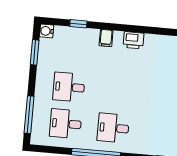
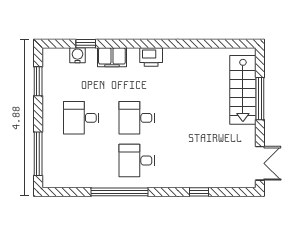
water cooler: (47, 31) -> (78, 55), moved, turned 90
filing cabinet: (106, 38) -> (112, 57), width x2.00
desk: (66, 124) -> (137, 118), moved

